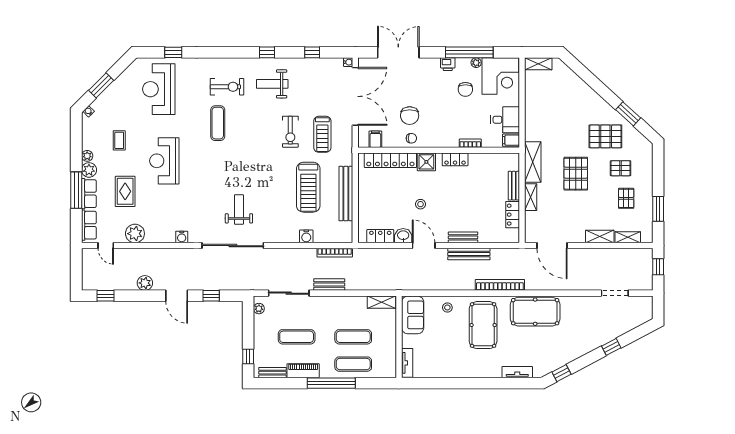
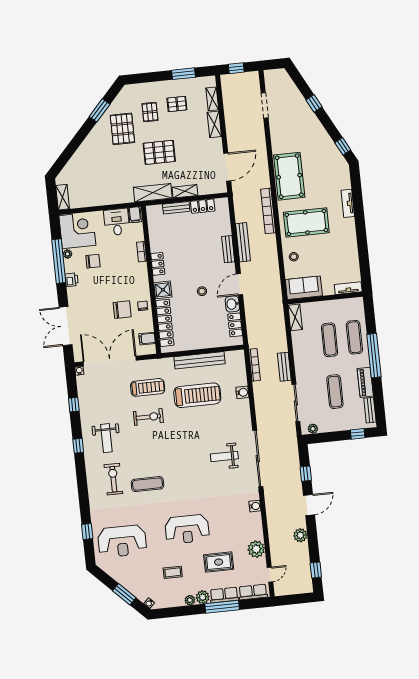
tv unit: (517, 372) -> (348, 203), moved

